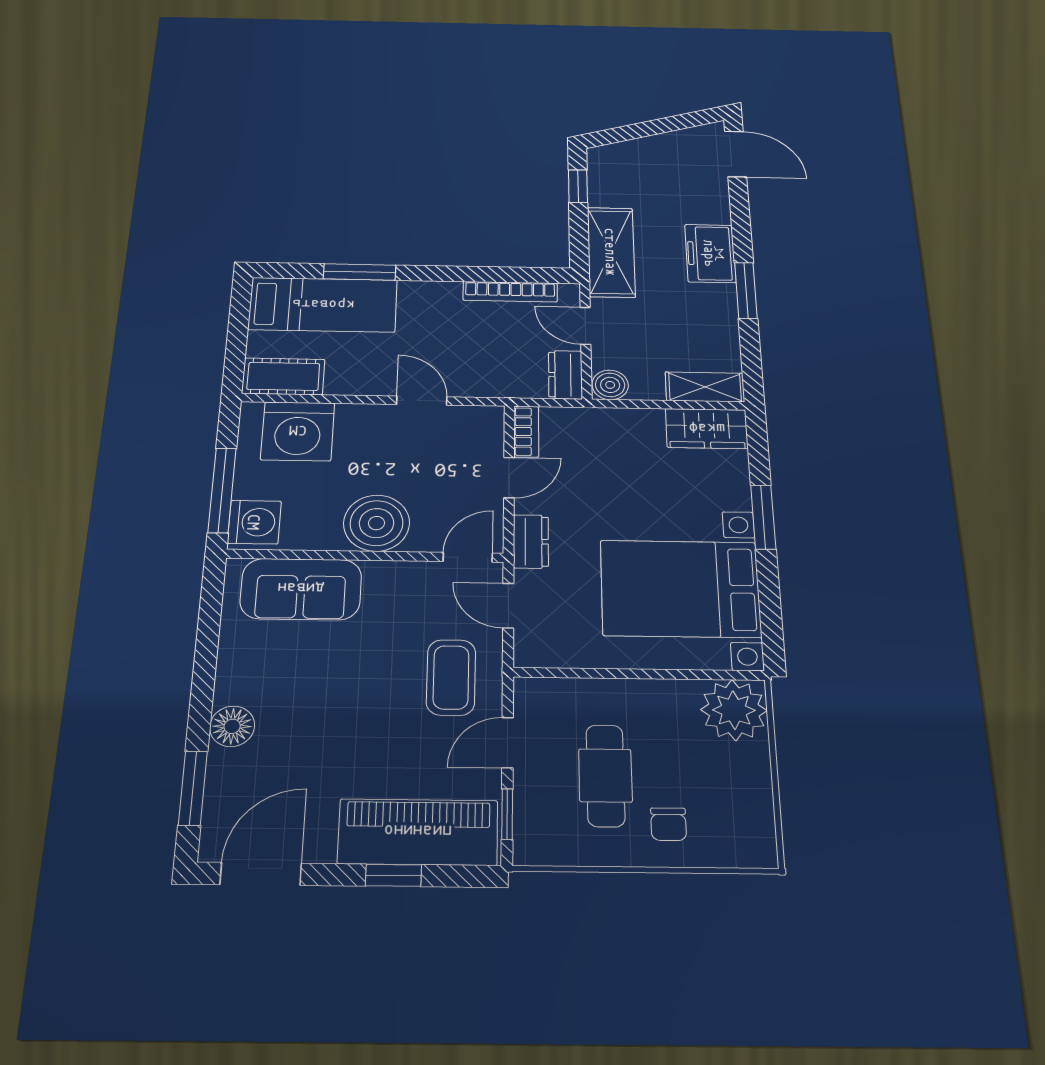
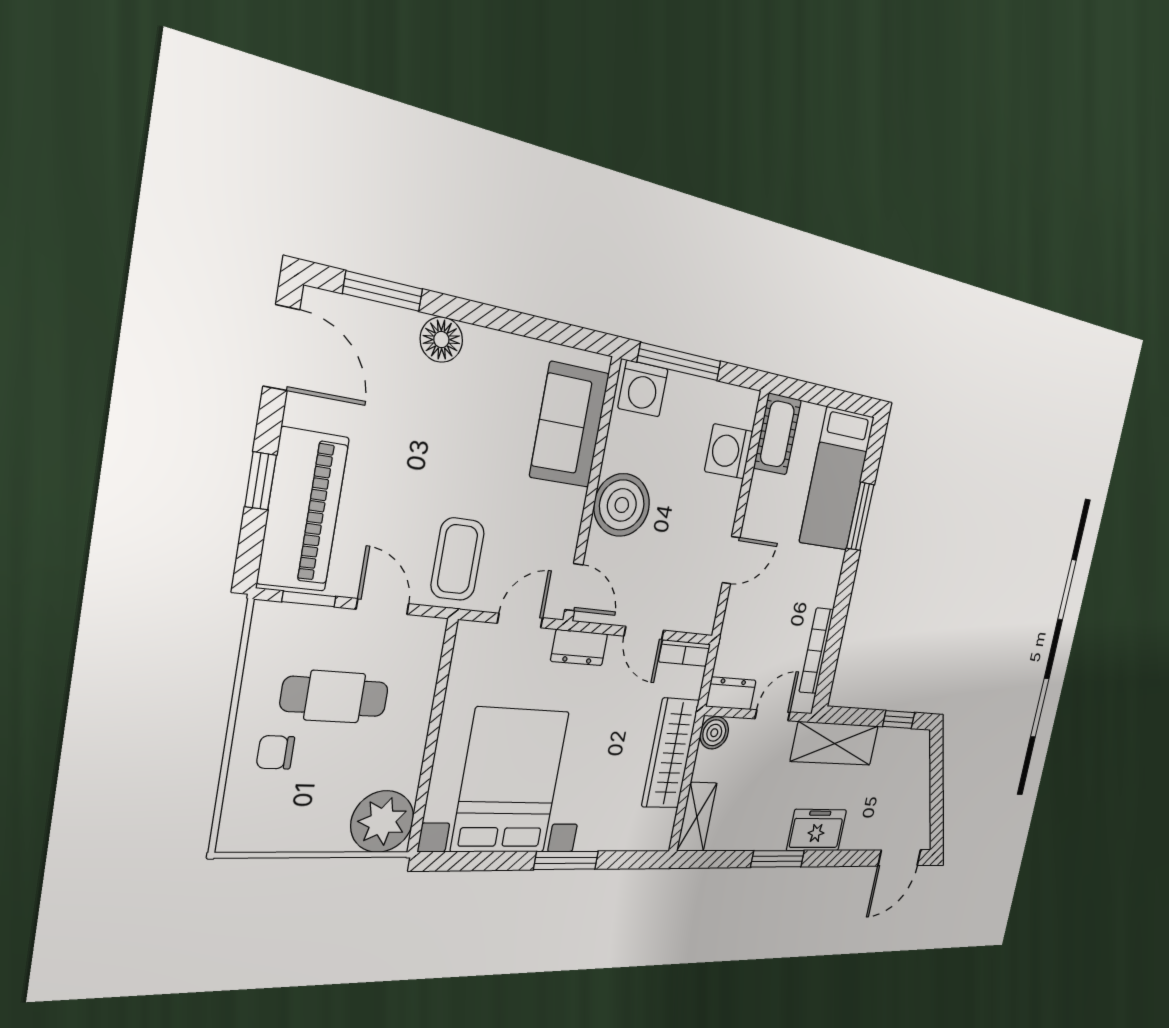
wardrobe: (707, 429) -> (670, 753), moved, width x1.50
washing machine: (298, 431) -> (729, 451), width x0.73, depth x0.73
coffee table: (451, 677) -> (458, 559), turned 90

